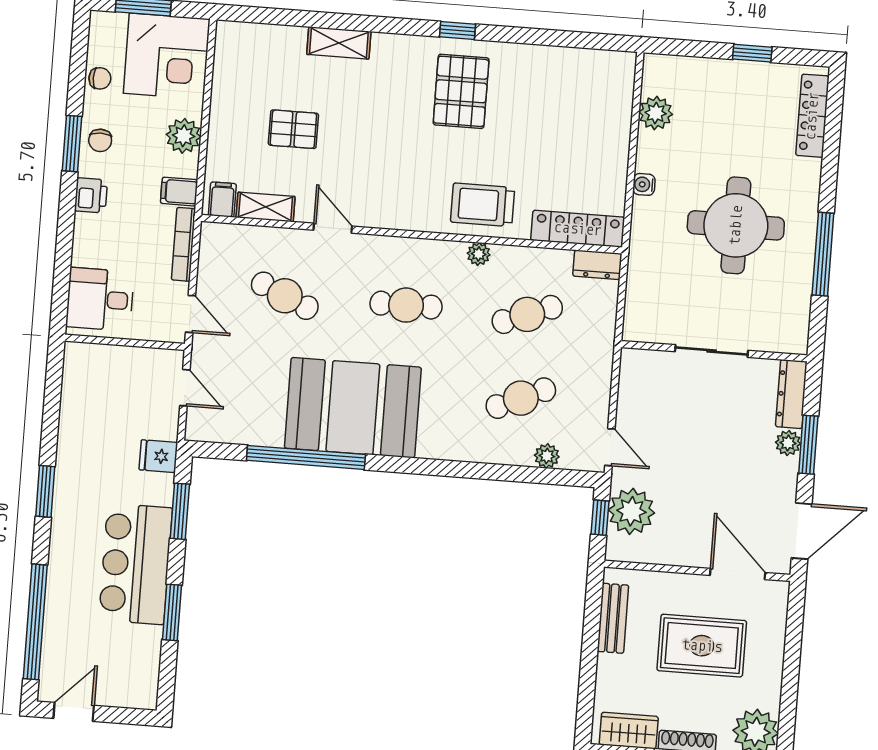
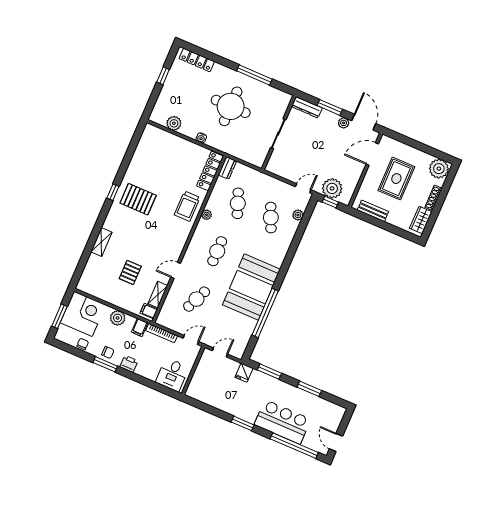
plant: (788, 443) -> (344, 123), moved
bar counter: (136, 564) -> (282, 422), moved, turned 180

